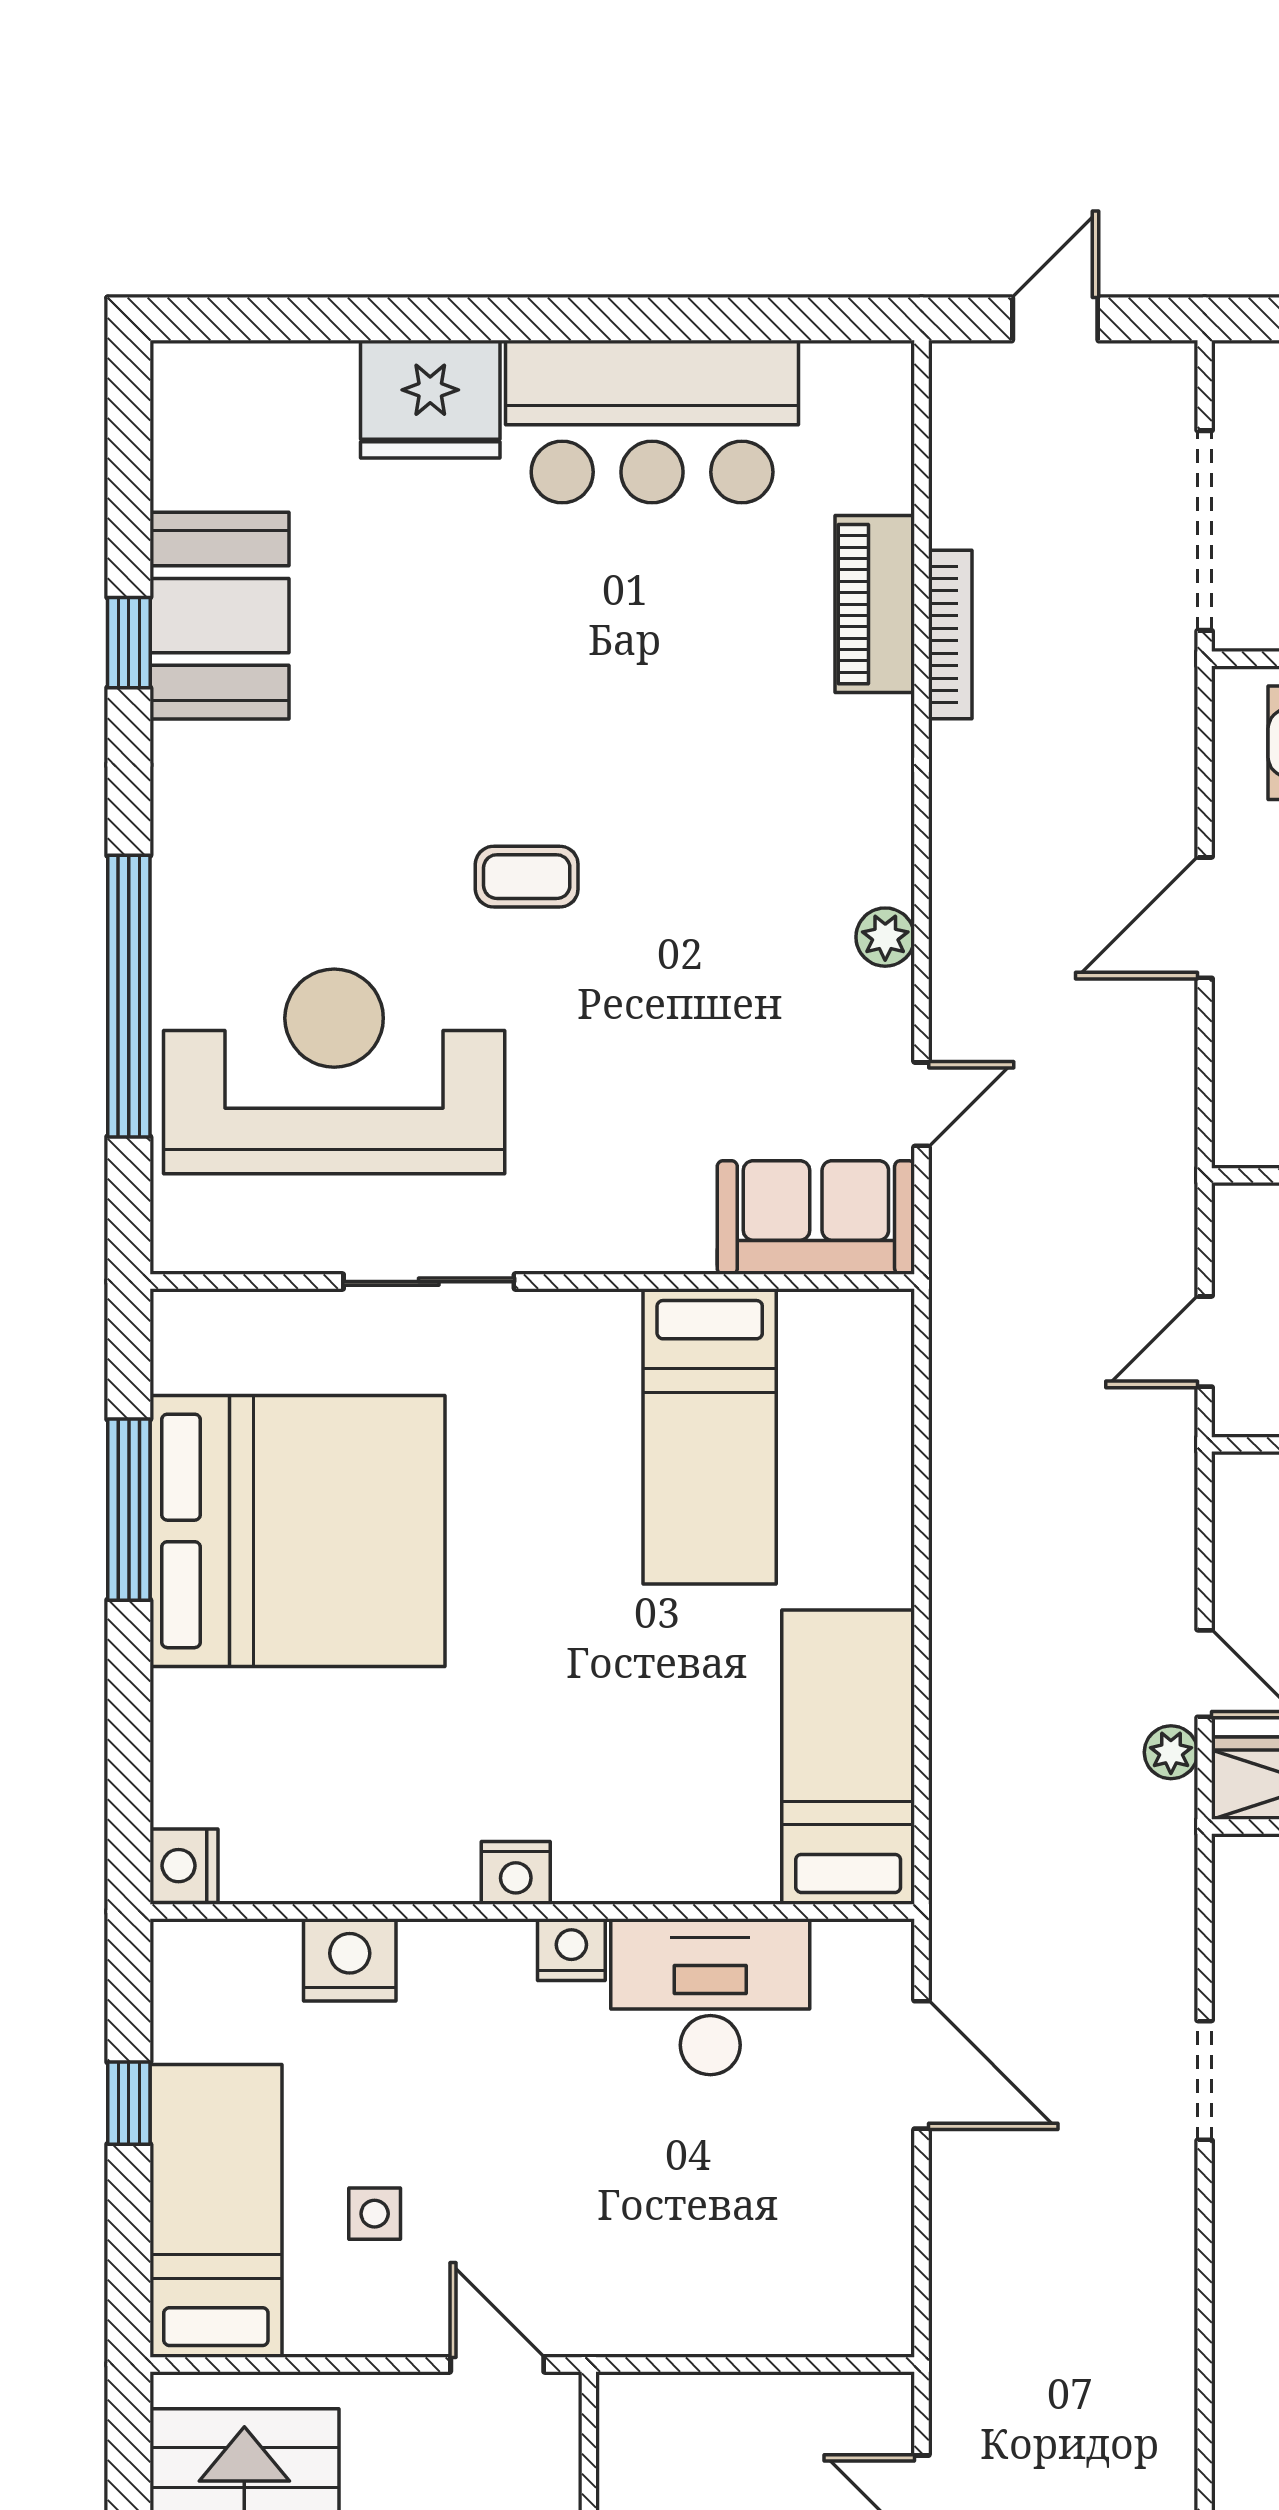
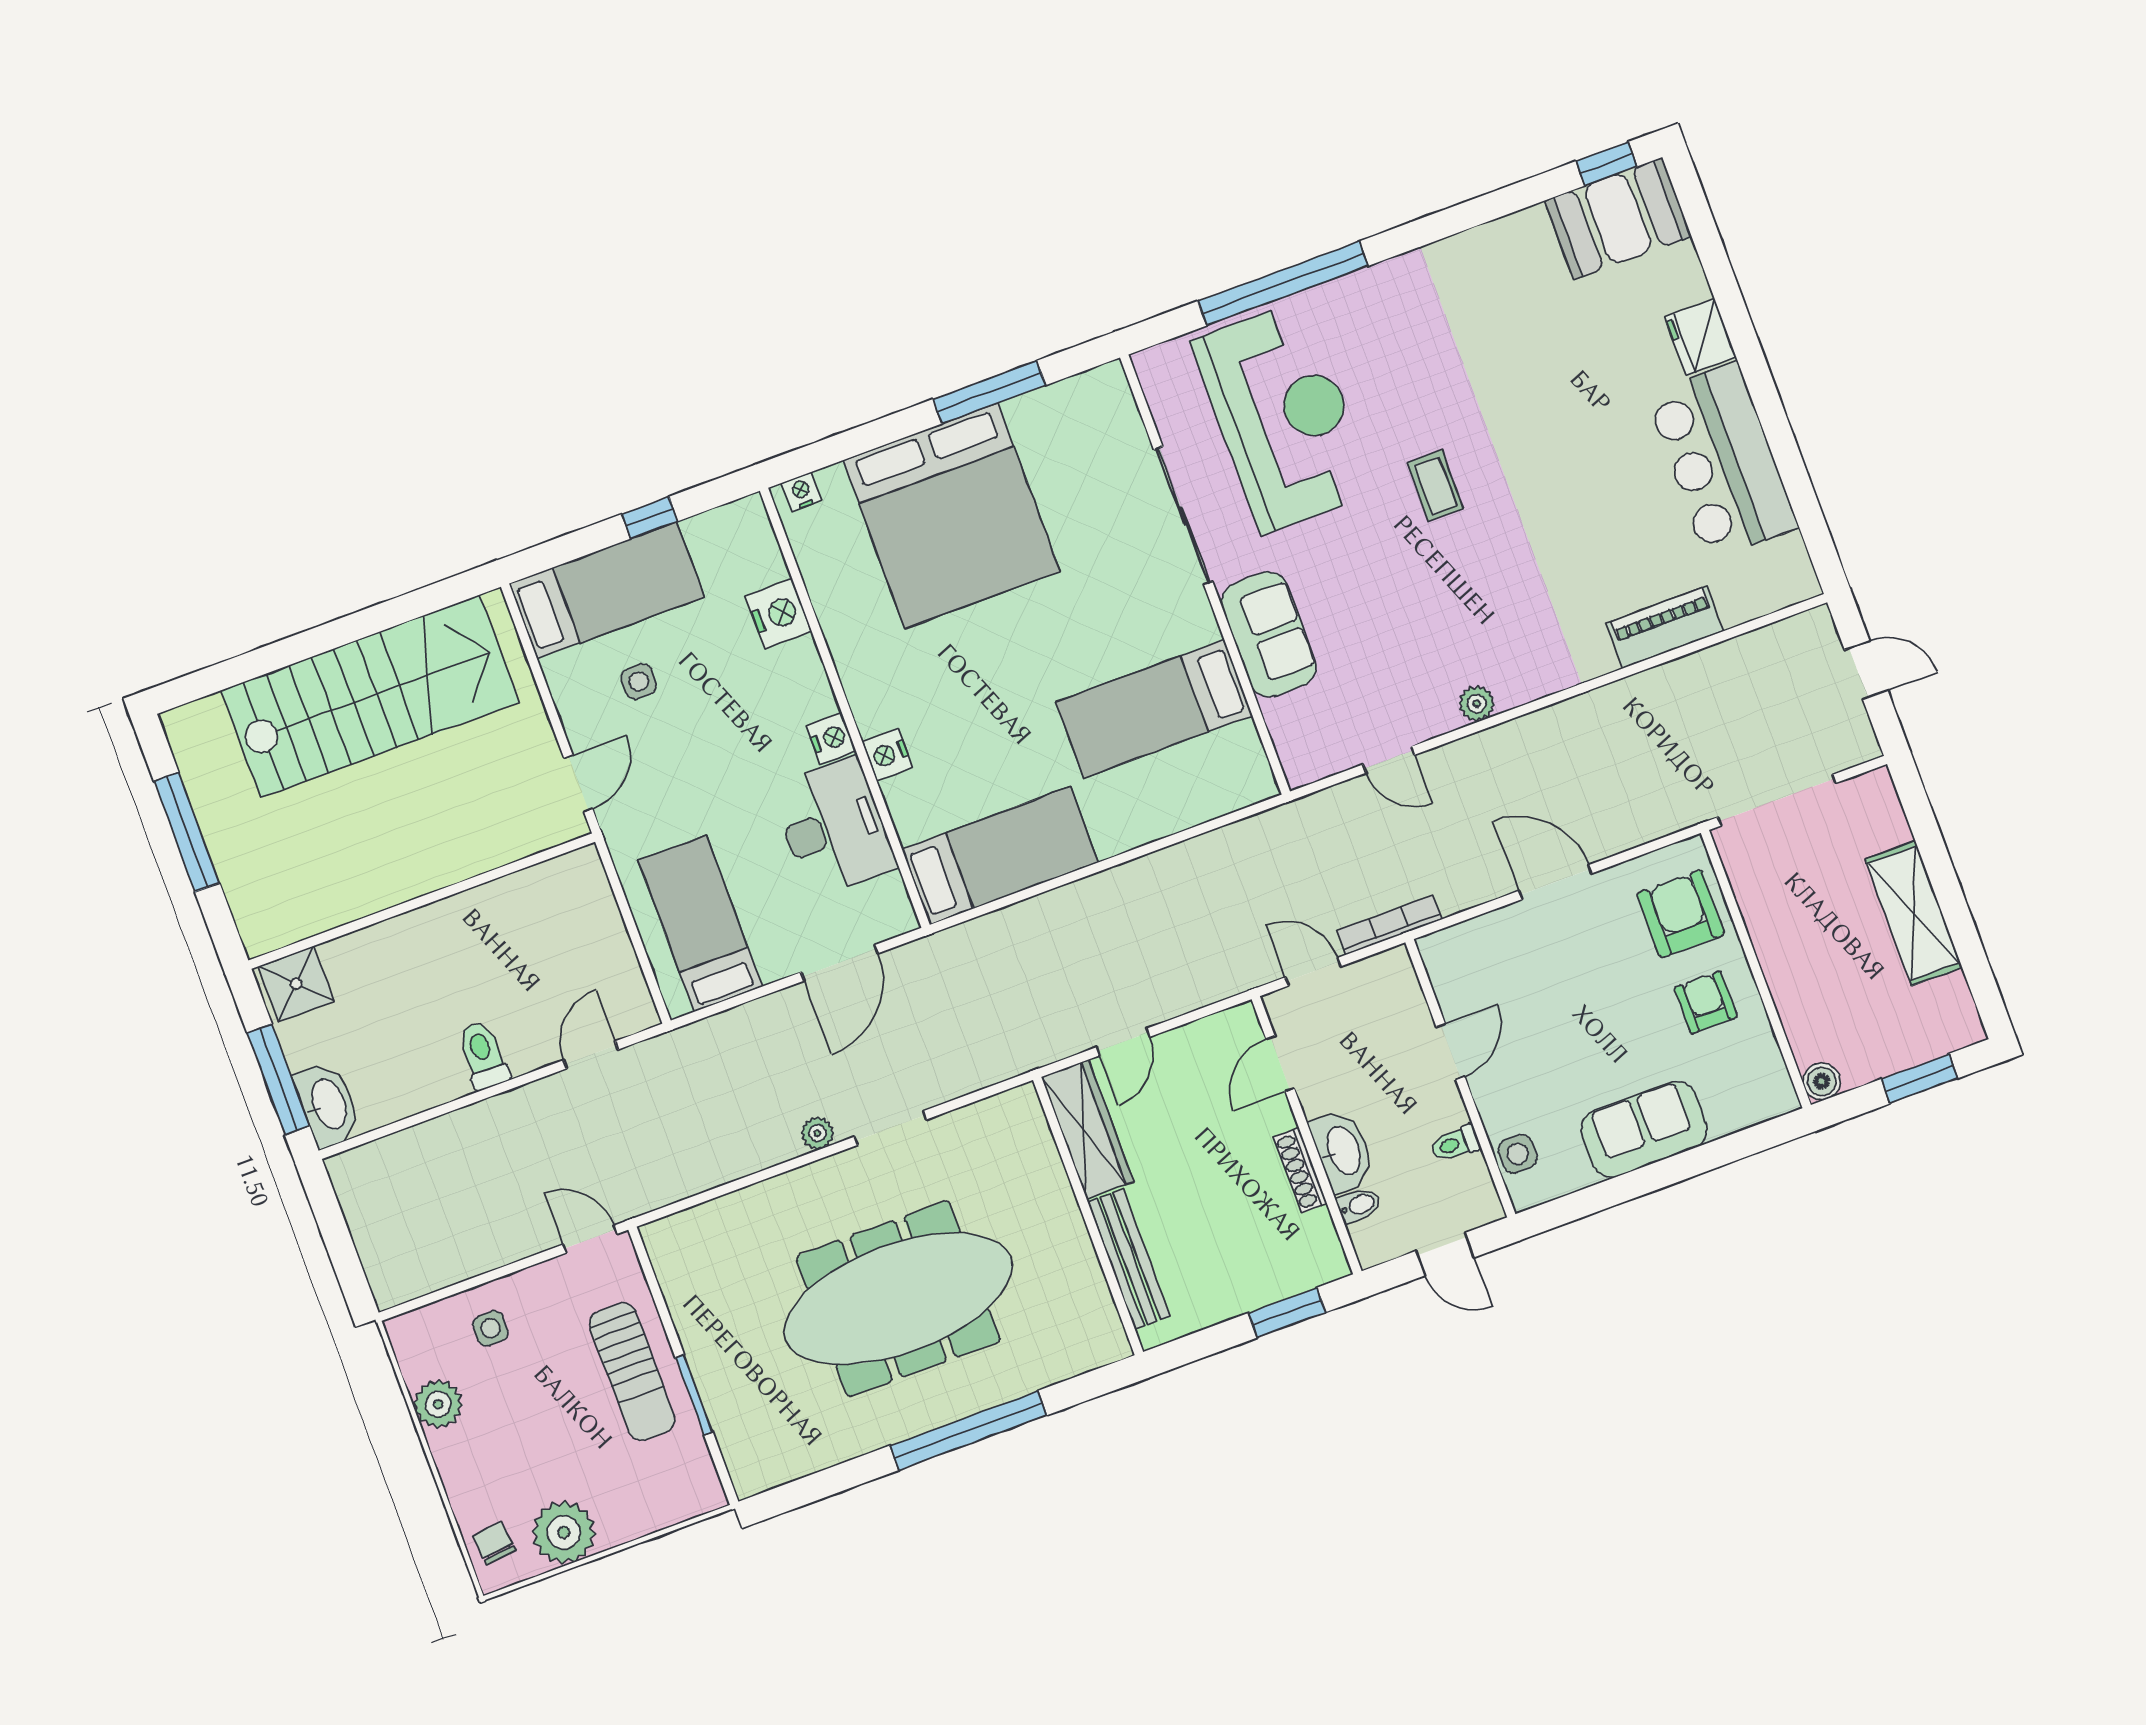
fridge: (430, 399) -> (1700, 337), width x0.73, depth x0.75
booth: (219, 616) -> (1618, 218), moved
bookcase: (950, 635) -> (1389, 925), moved, turned 180
window: (129, 643) -> (1607, 164), moved
sofa: (816, 1218) -> (1269, 634), moved
sliding door: (429, 1282) -> (1183, 515), width x1.37
bed: (297, 1531) -> (951, 516), moved
plant: (1171, 1752) -> (817, 1133), moved
nightstand: (184, 1866) -> (801, 492), width x0.72, depth x0.74
nightstand: (516, 1873) -> (887, 755), moved
bed: (782, 2257) -> (700, 924), added

